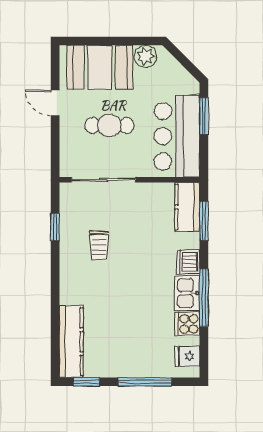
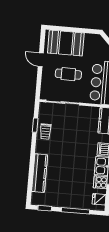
plant: (145, 56) -> (90, 39), removed
trolley: (99, 245) -> (45, 131), moved
kitchen counter: (71, 342) -> (40, 173), moved

